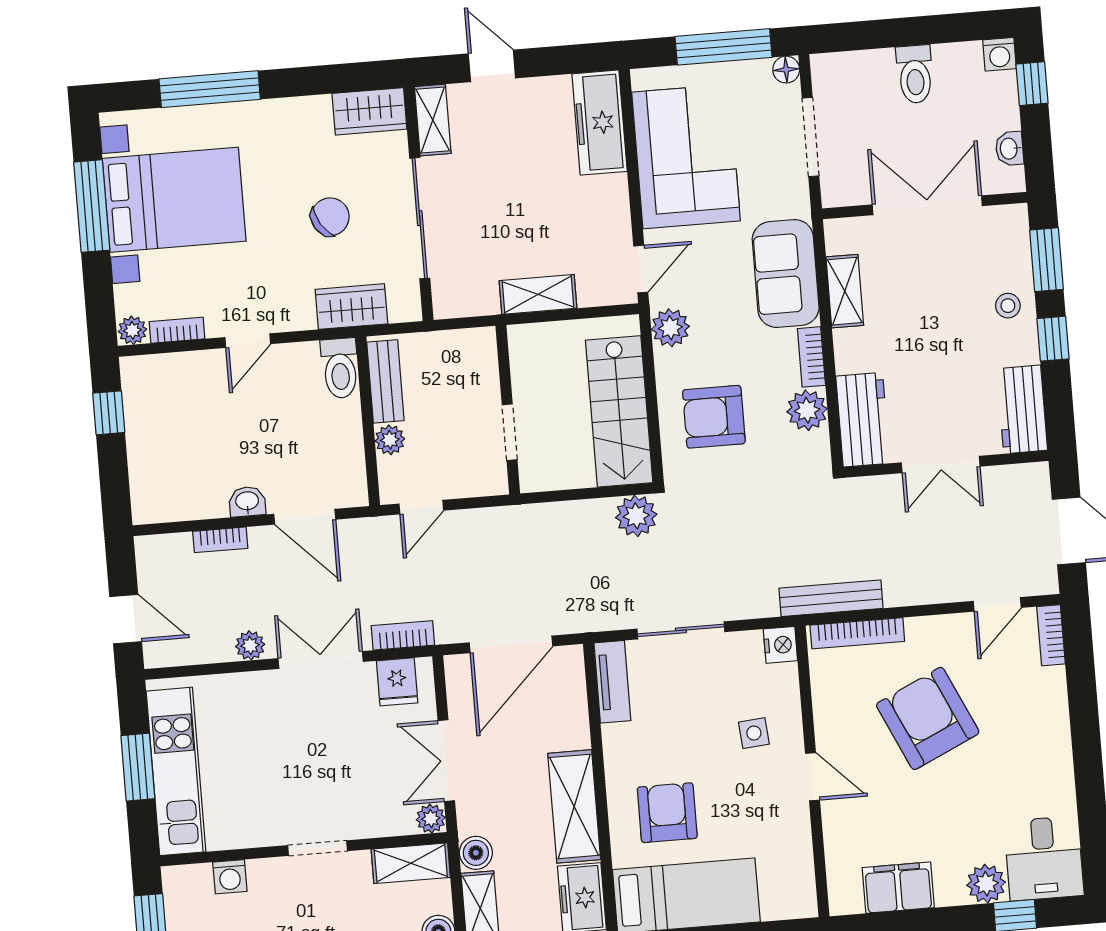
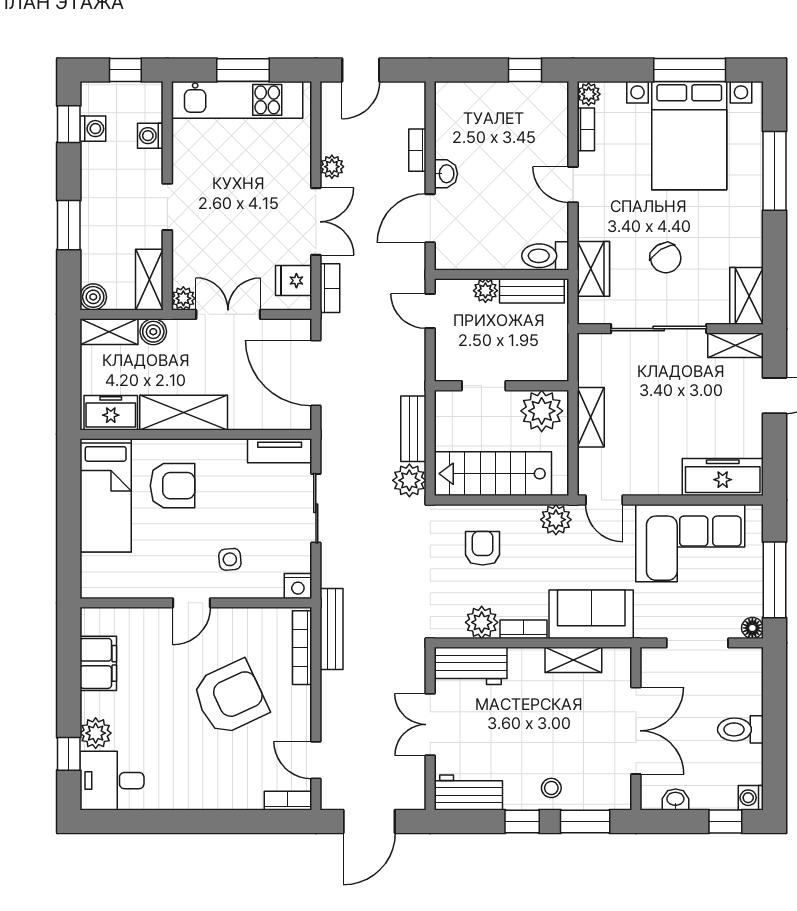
plant: (535, 357) -> (542, 411), added
armchair: (714, 417) -> (483, 548), width x0.72, depth x0.72
bench: (571, 516) -> (413, 429), added

